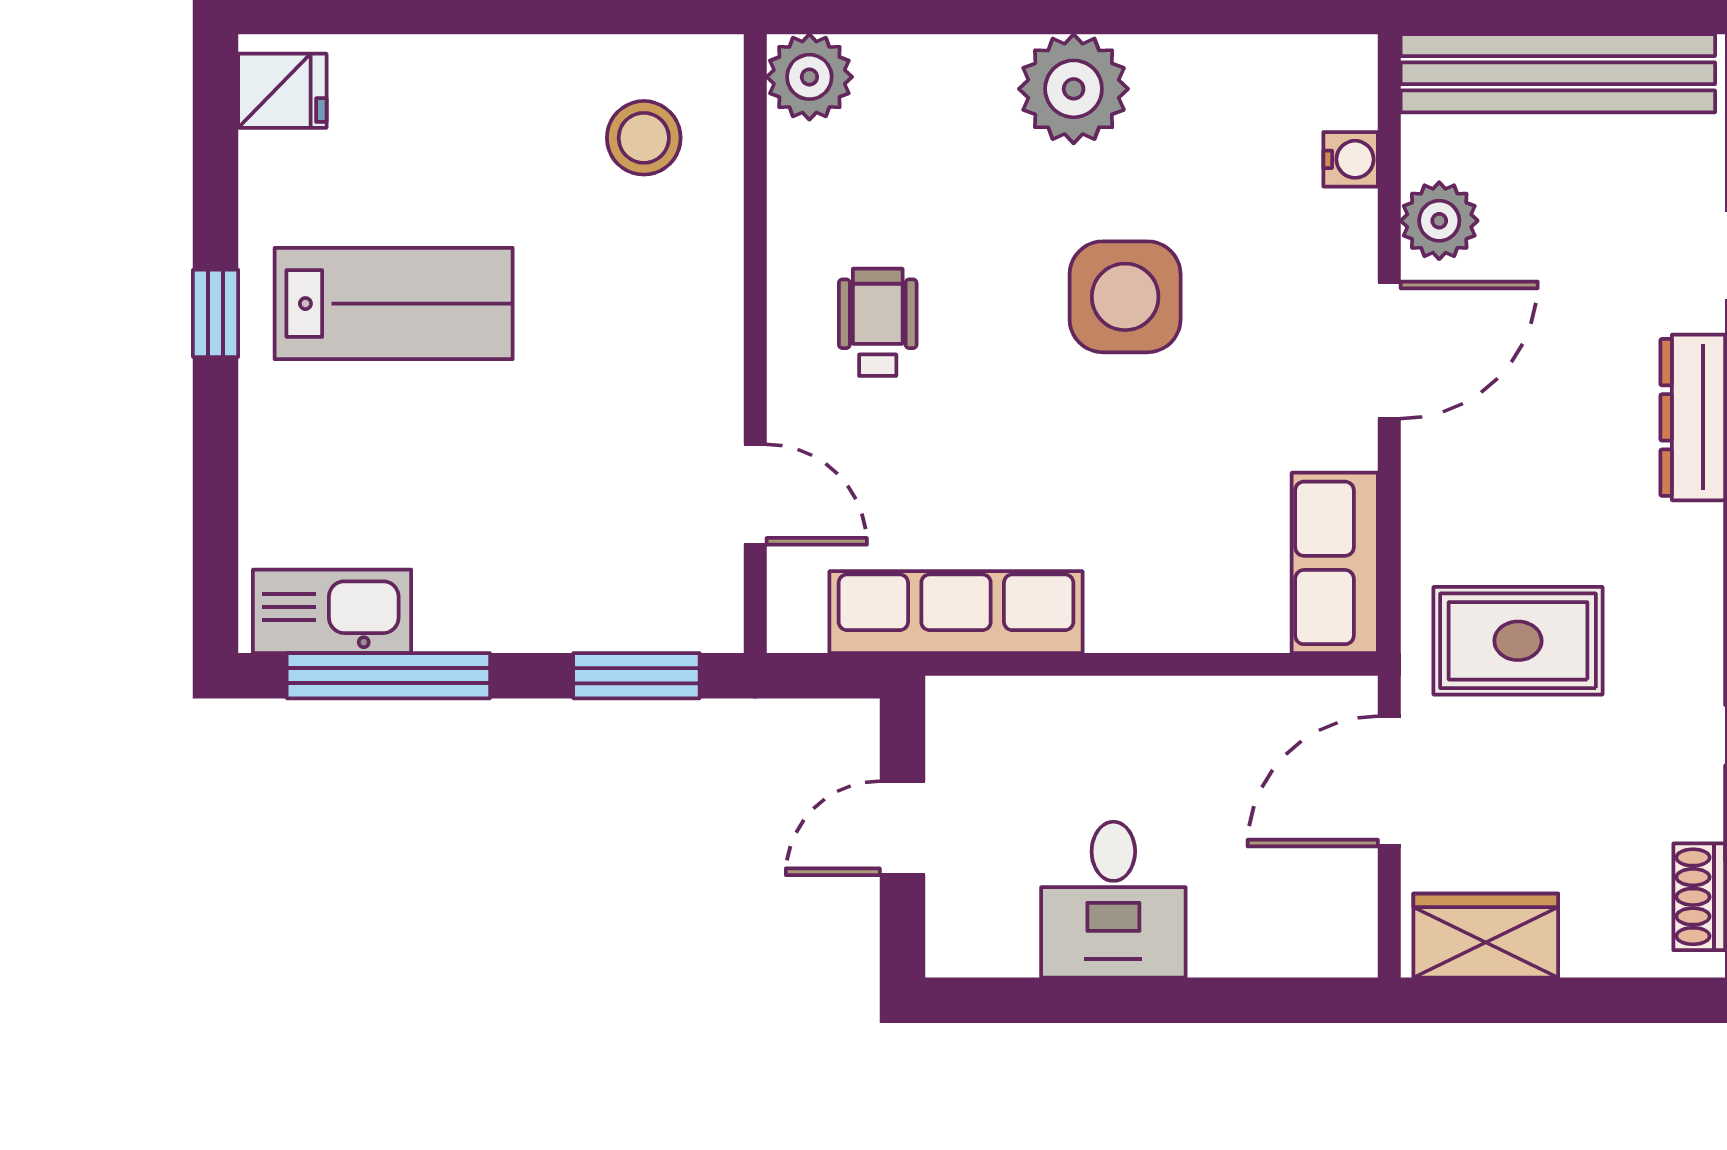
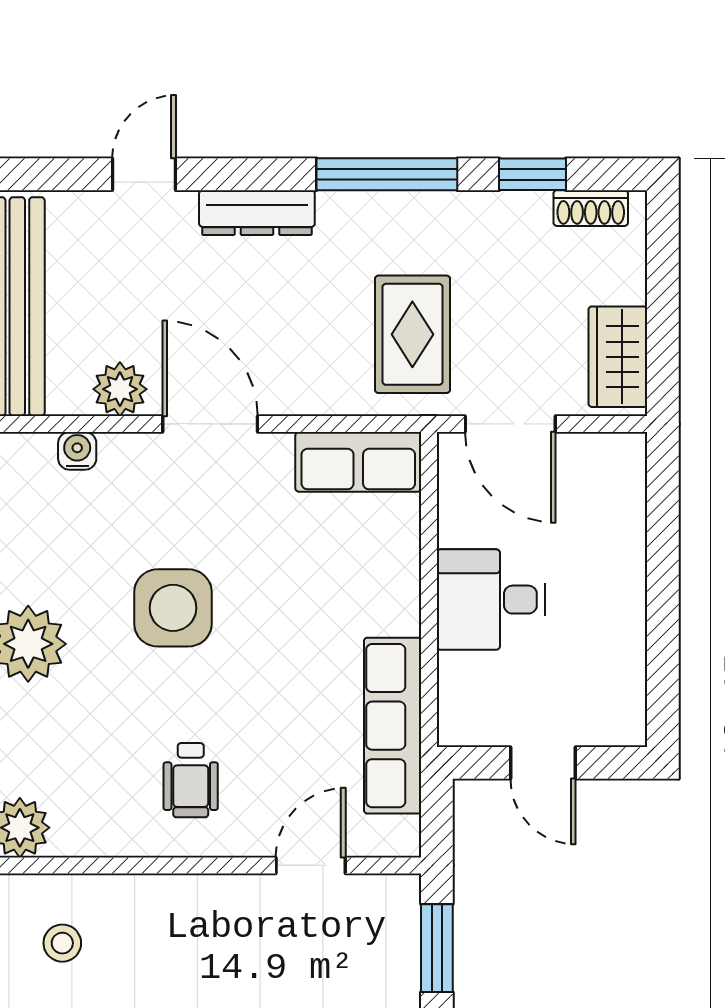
stool: (644, 138) -> (62, 943), width x0.73, depth x0.73
wheelchair: (878, 322) -> (191, 780), turned -90
desk: (1113, 900) -> (491, 600), moved, turned 180

